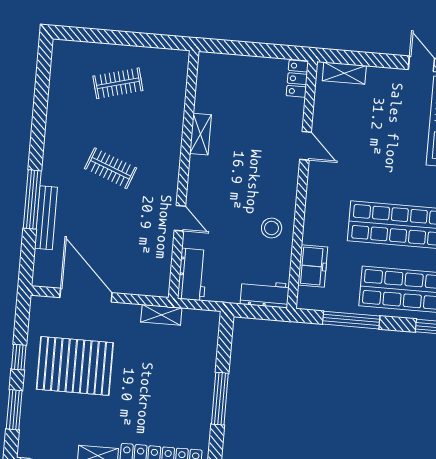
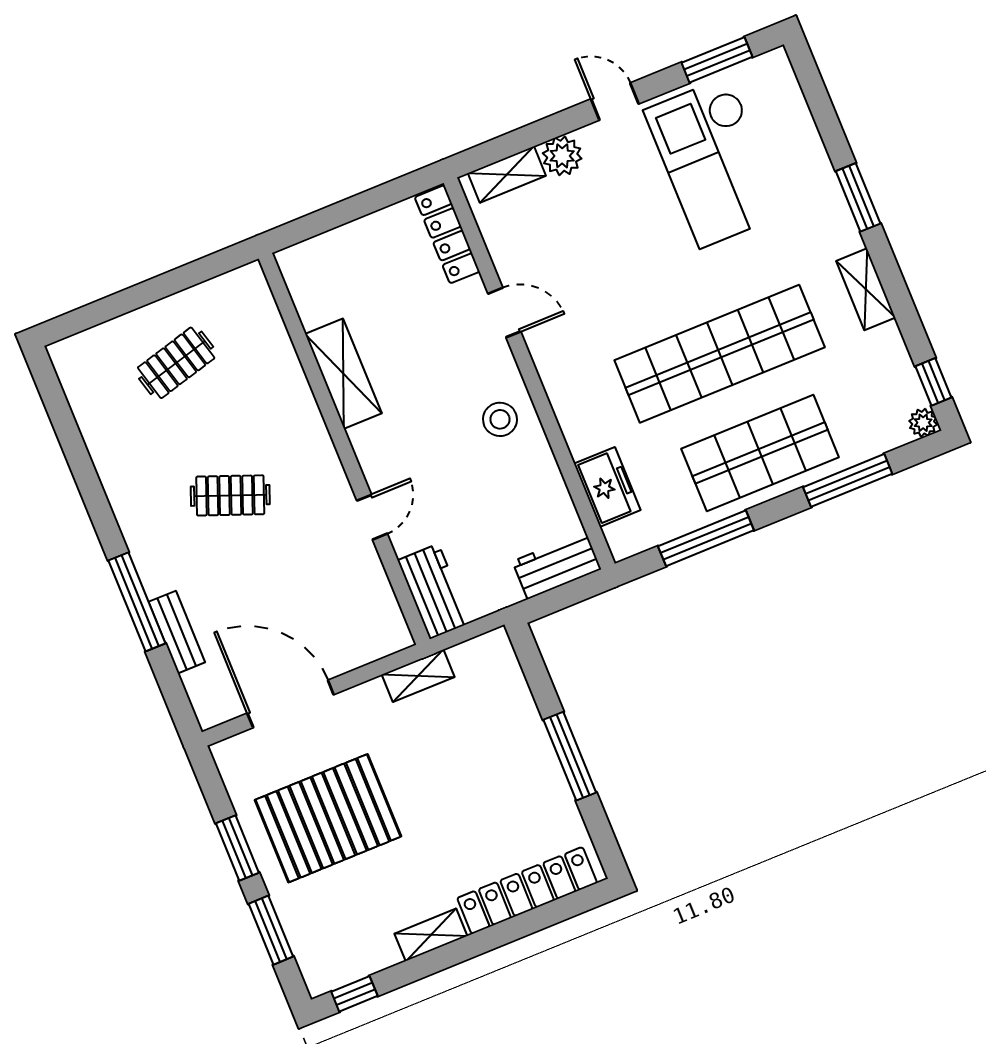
plant: (379, 78) -> (562, 156), added
locker: (297, 79) -> (447, 234), width x1.53
shelving: (201, 134) -> (343, 374), width x1.50, depth x1.33
bench: (46, 218) -> (177, 632), width x0.73
door: (180, 218) -> (372, 517), hinge flipped
stool: (272, 228) -> (500, 419), moved
window: (19, 357) -> (237, 848), width x1.50

